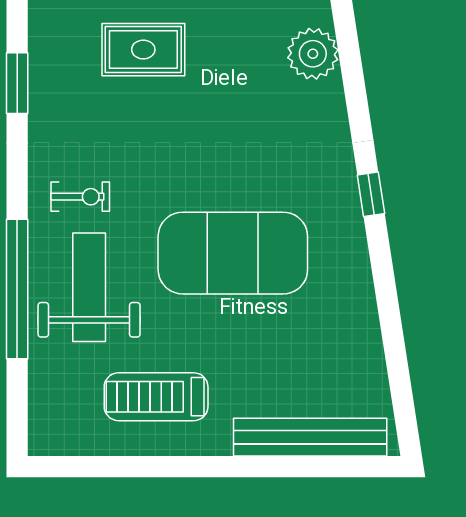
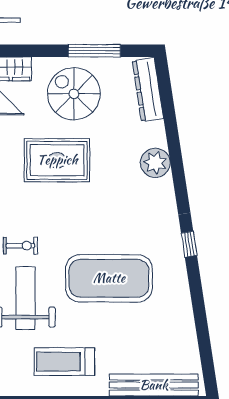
rug: (143, 50) -> (57, 160), width x1.36, depth x1.43

